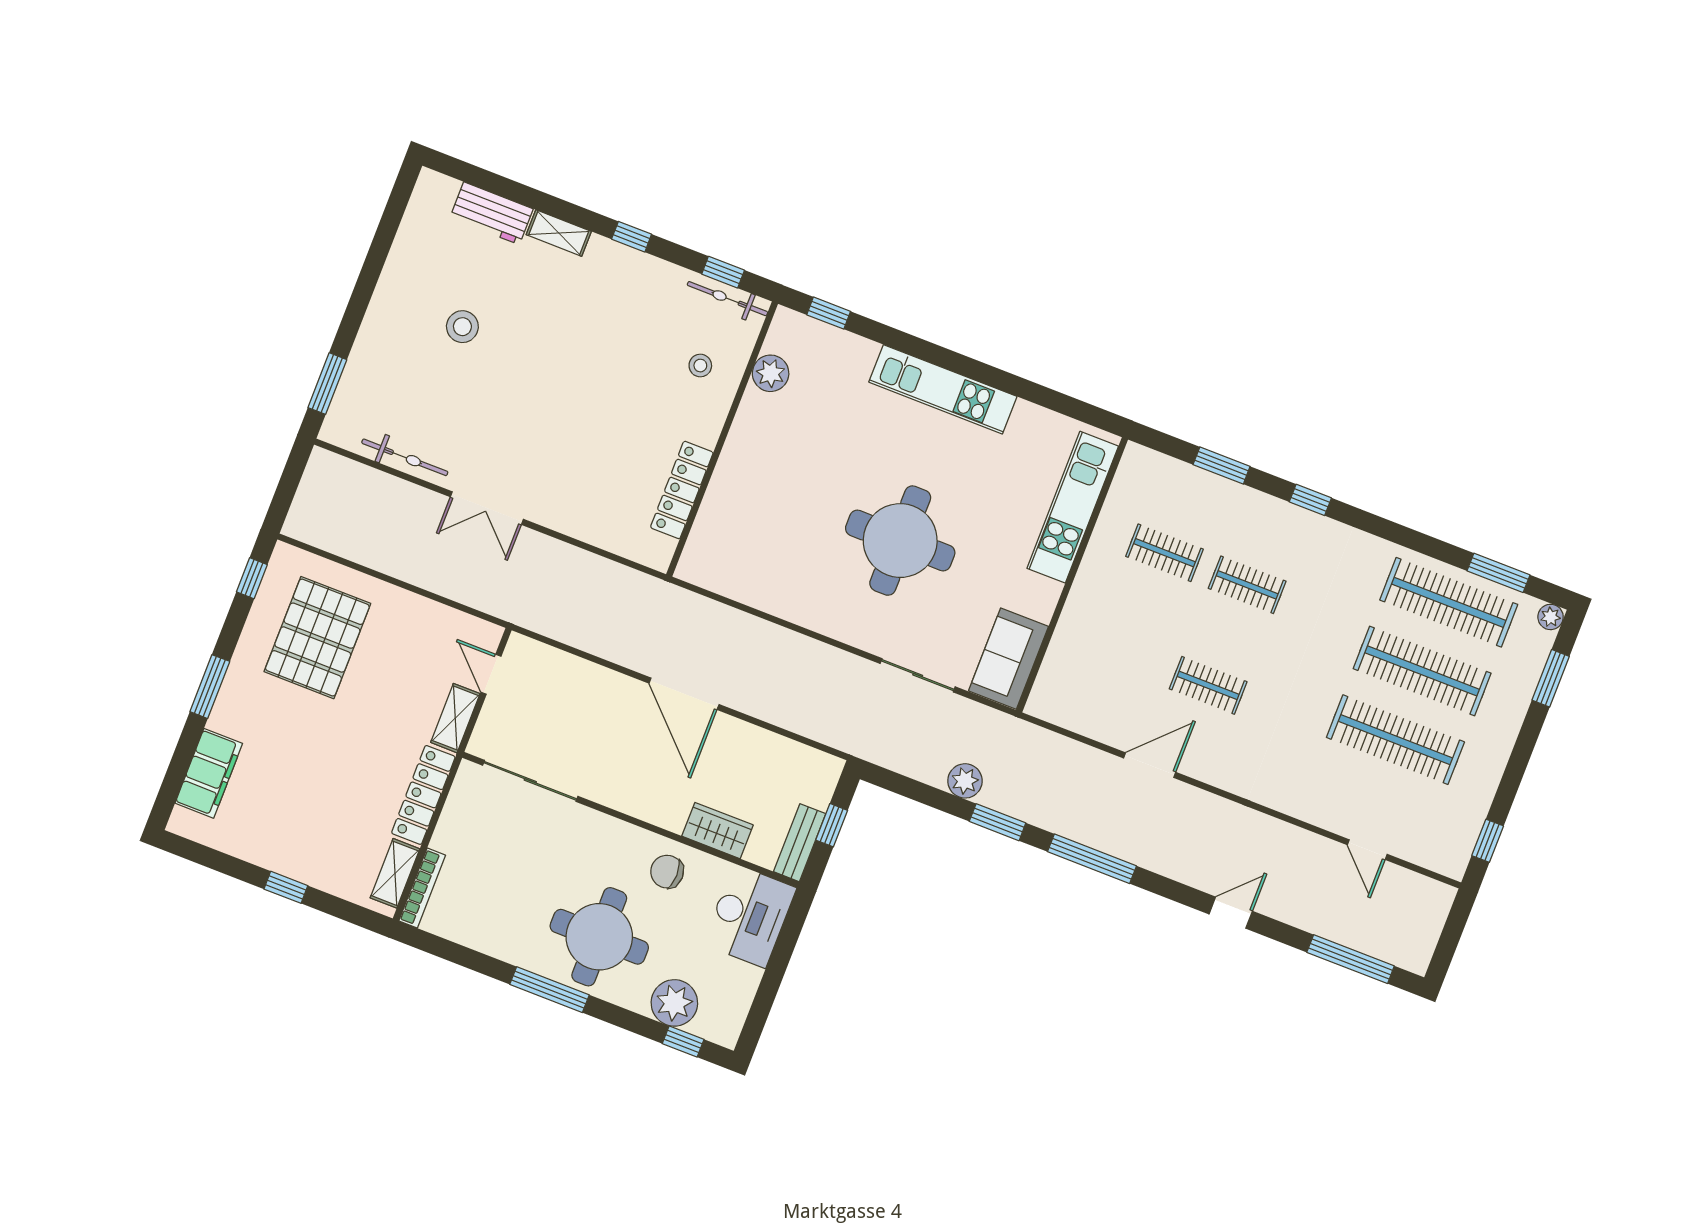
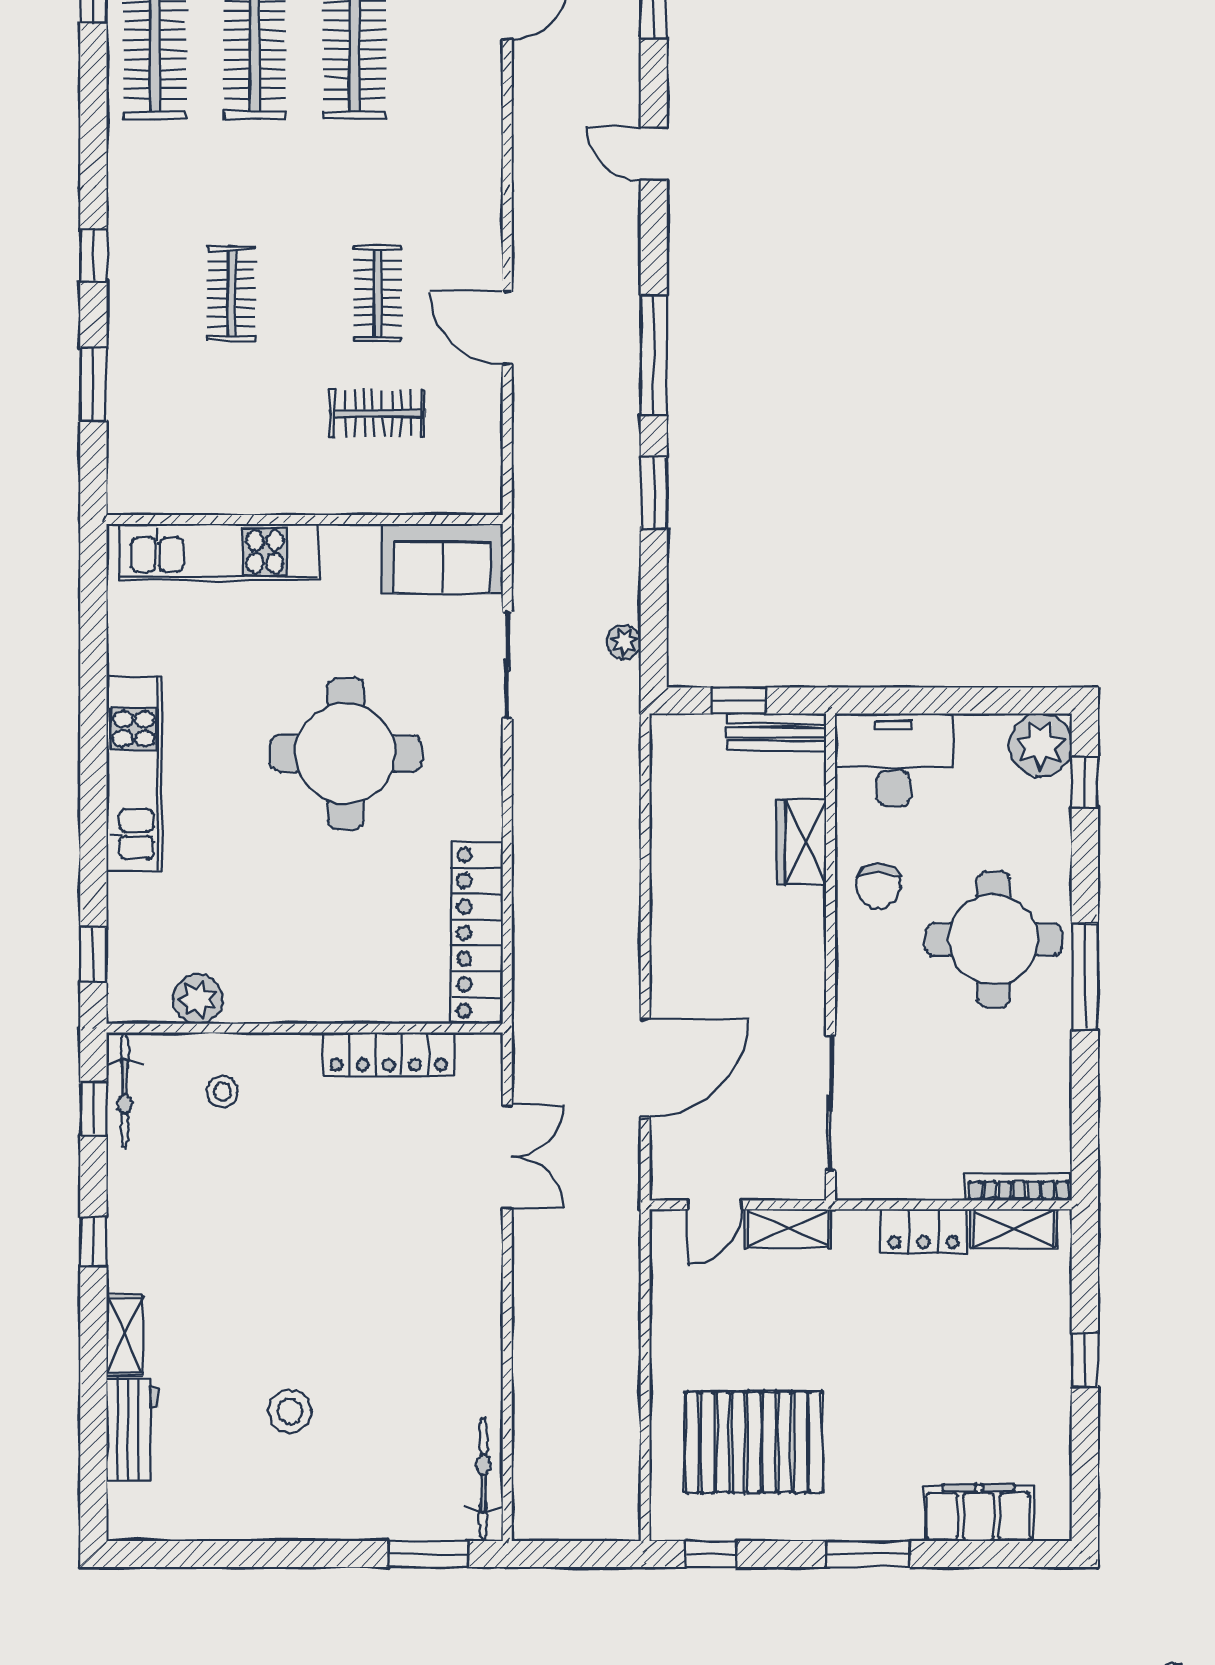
bicycle: (405, 457) -> (483, 1479), moved
double door: (487, 508) -> (507, 1157), moved
clothes rail: (1165, 553) -> (378, 414), moved, turned 90
locker: (742, 583) -> (477, 933), added
door: (684, 694) -> (645, 1068), moved
plant: (965, 781) -> (624, 642), moved, width x0.73, depth x0.73
locker: (423, 795) -> (924, 1231), width x0.66
plant: (674, 1003) -> (1040, 745), moved

